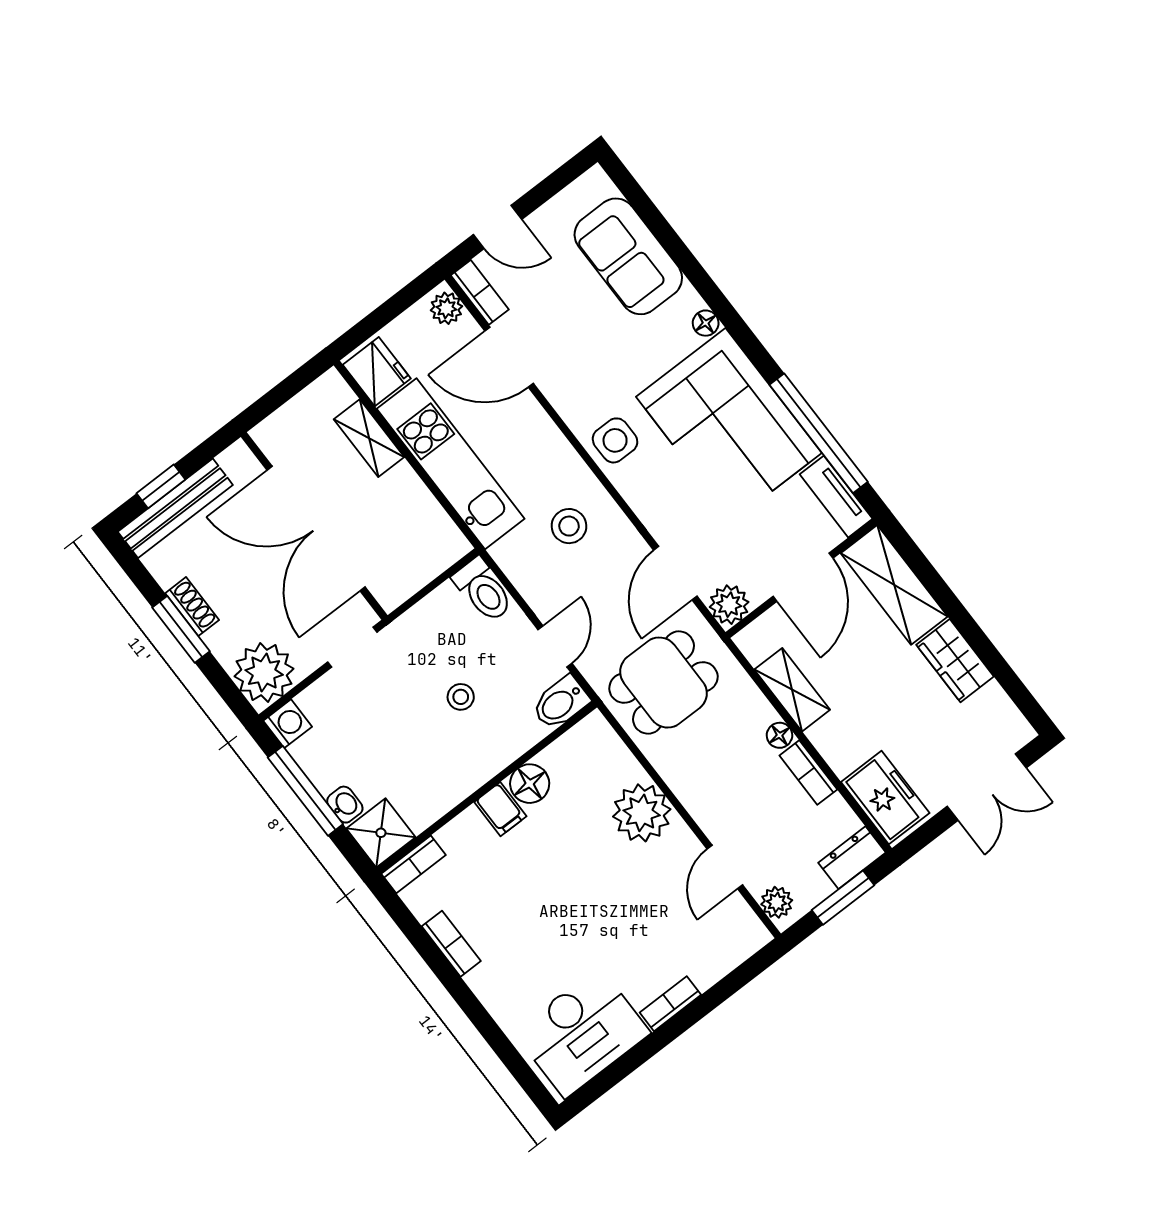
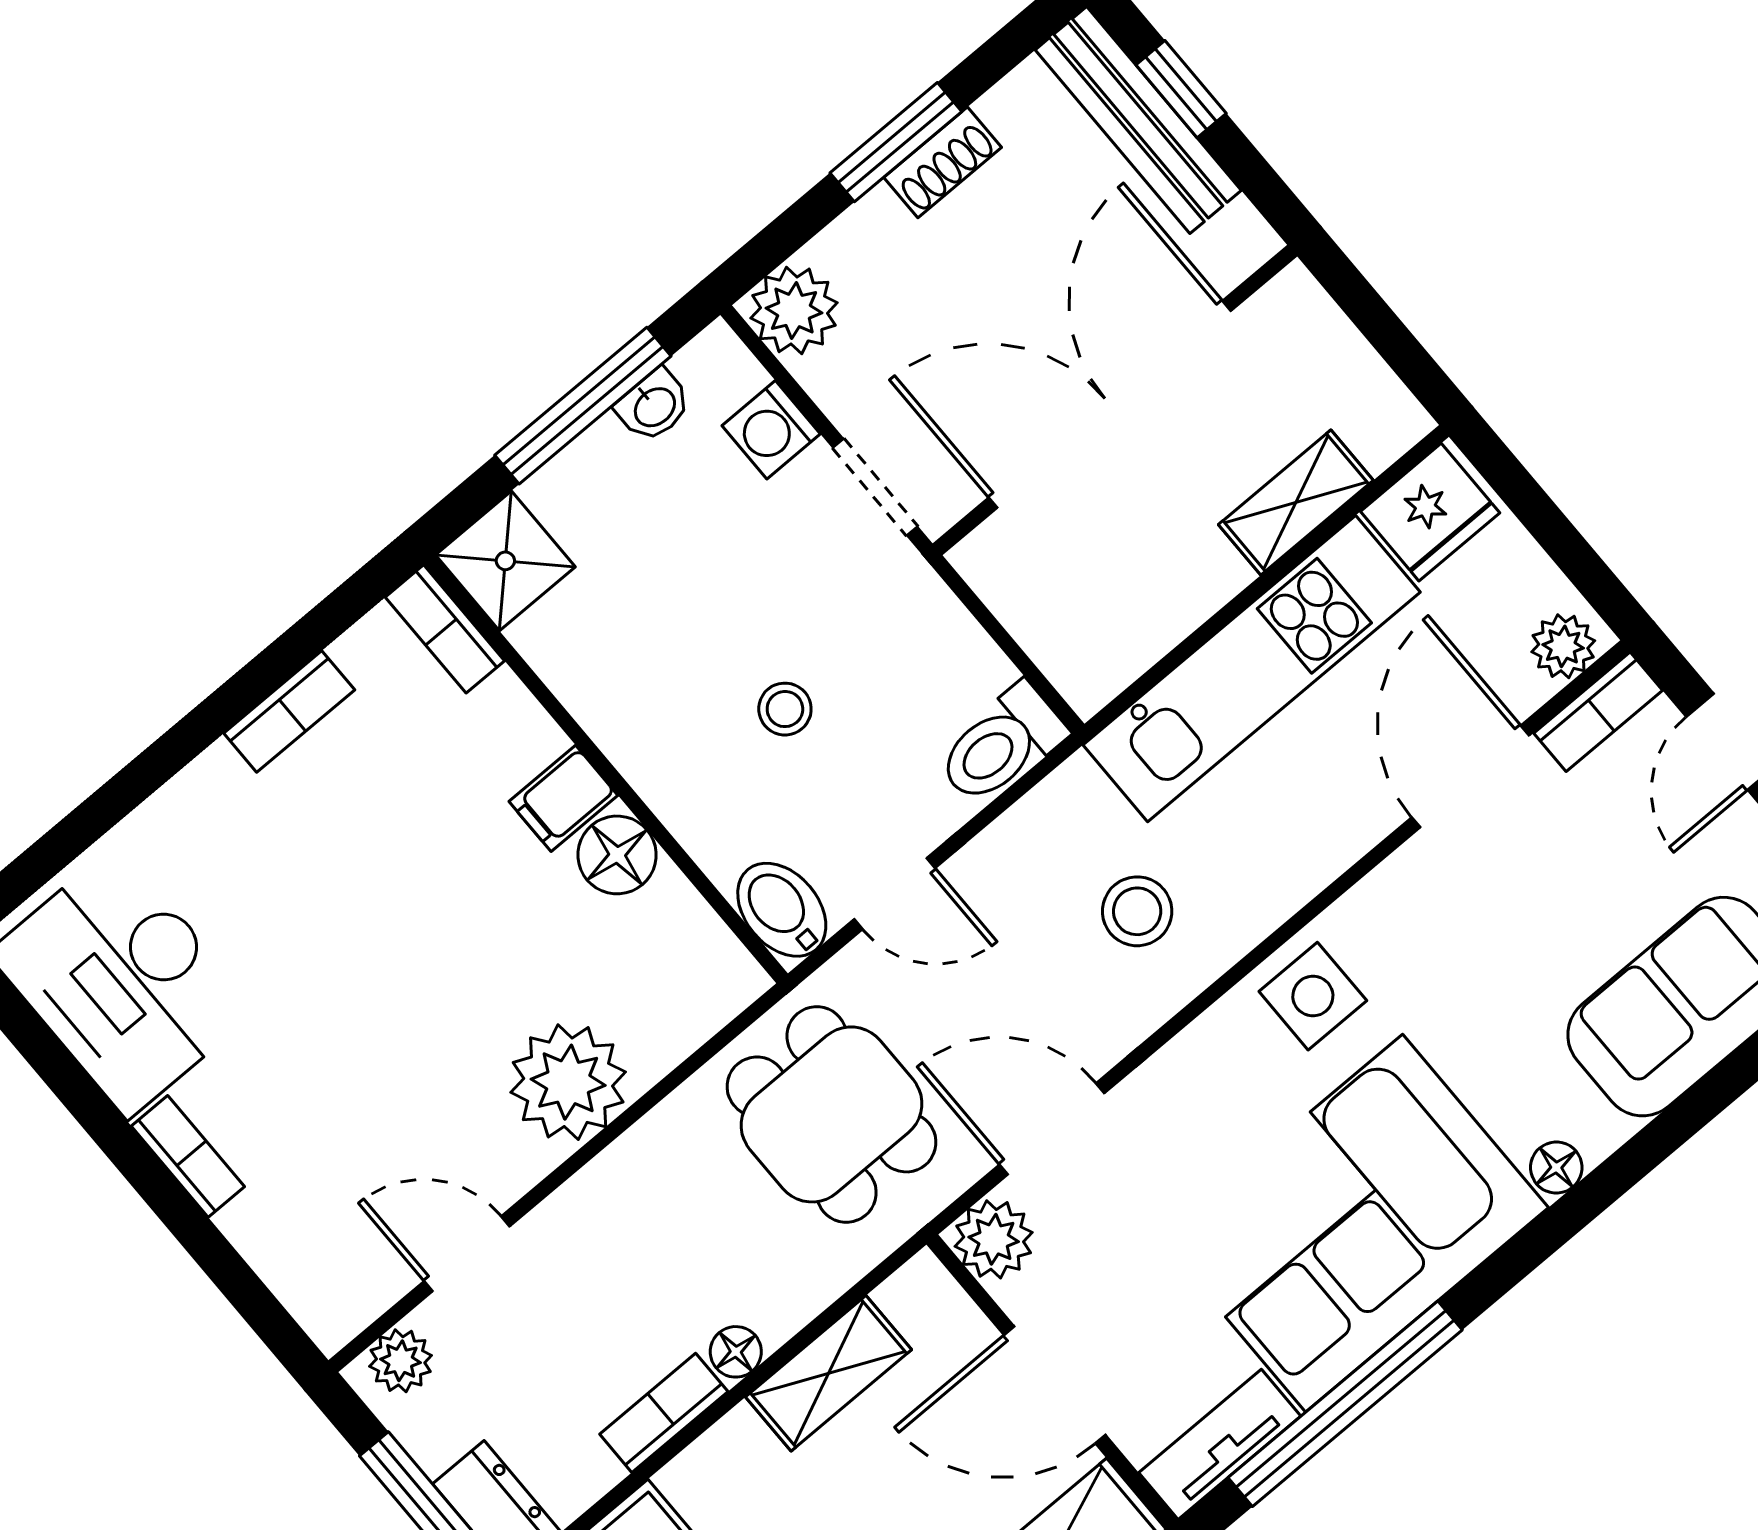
plant: (264, 673) -> (794, 310), width x0.73, depth x0.73
washing machine: (288, 724) -> (771, 430), moved, turned 90
washbasin: (345, 805) -> (654, 406), moved

